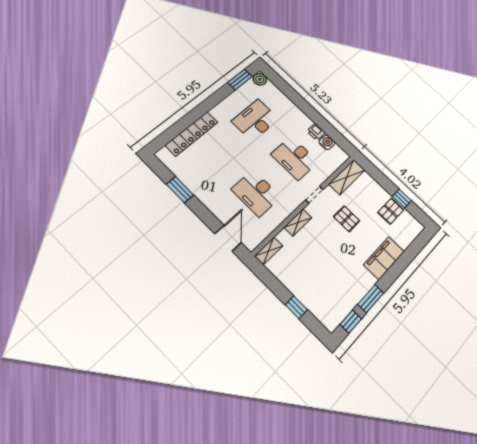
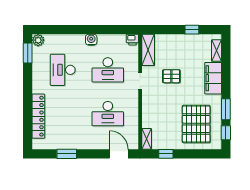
printer: (316, 132) -> (132, 40), moved
water cooler: (327, 142) -> (91, 40), moved
pallet: (391, 211) -> (196, 124), moved, width x2.05, depth x2.00
shelving: (298, 222) -> (216, 51), moved
window: (296, 307) -> (166, 154), moved

